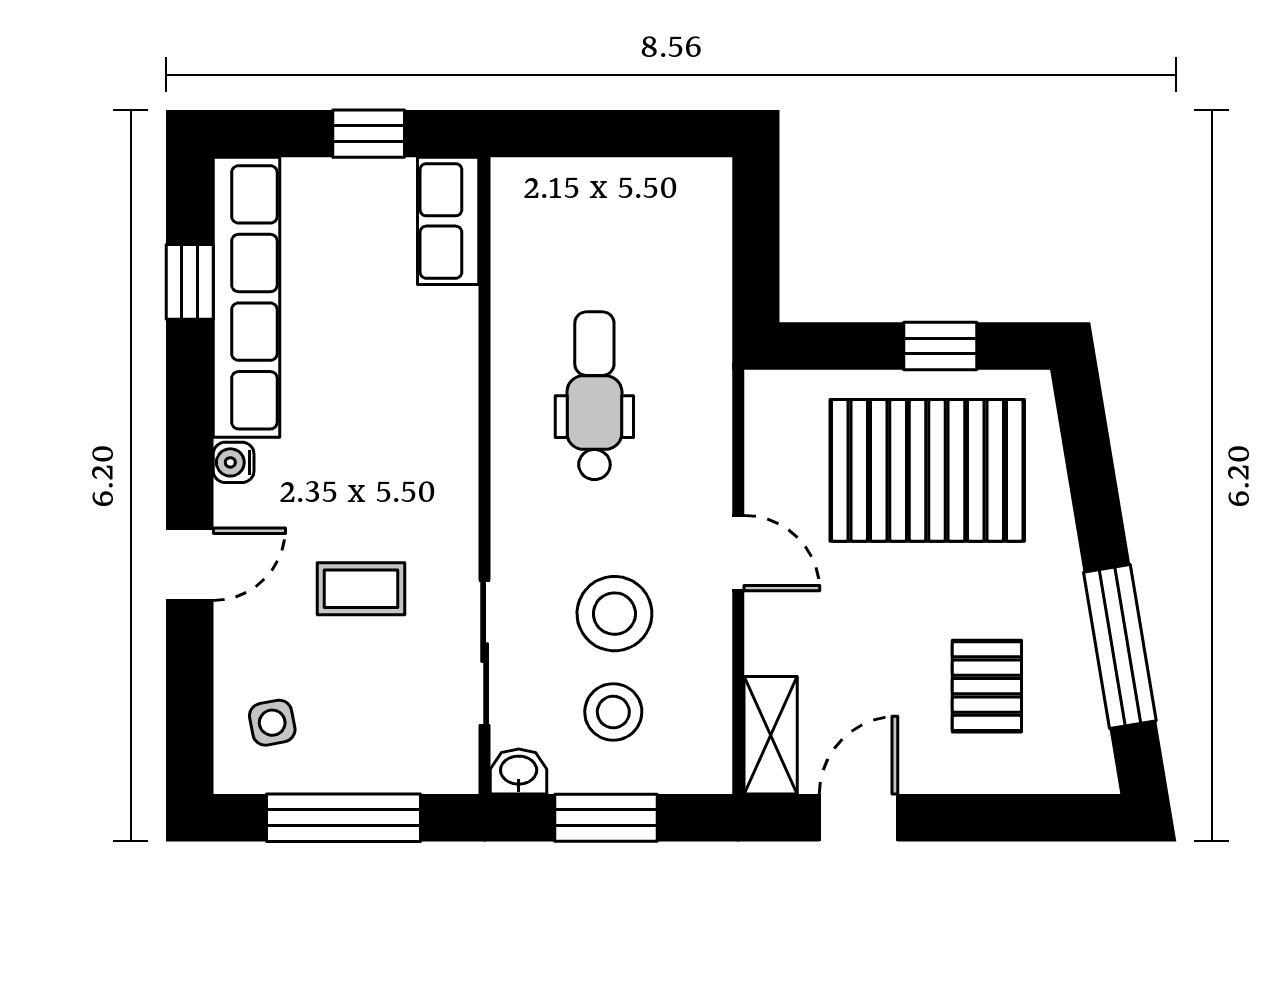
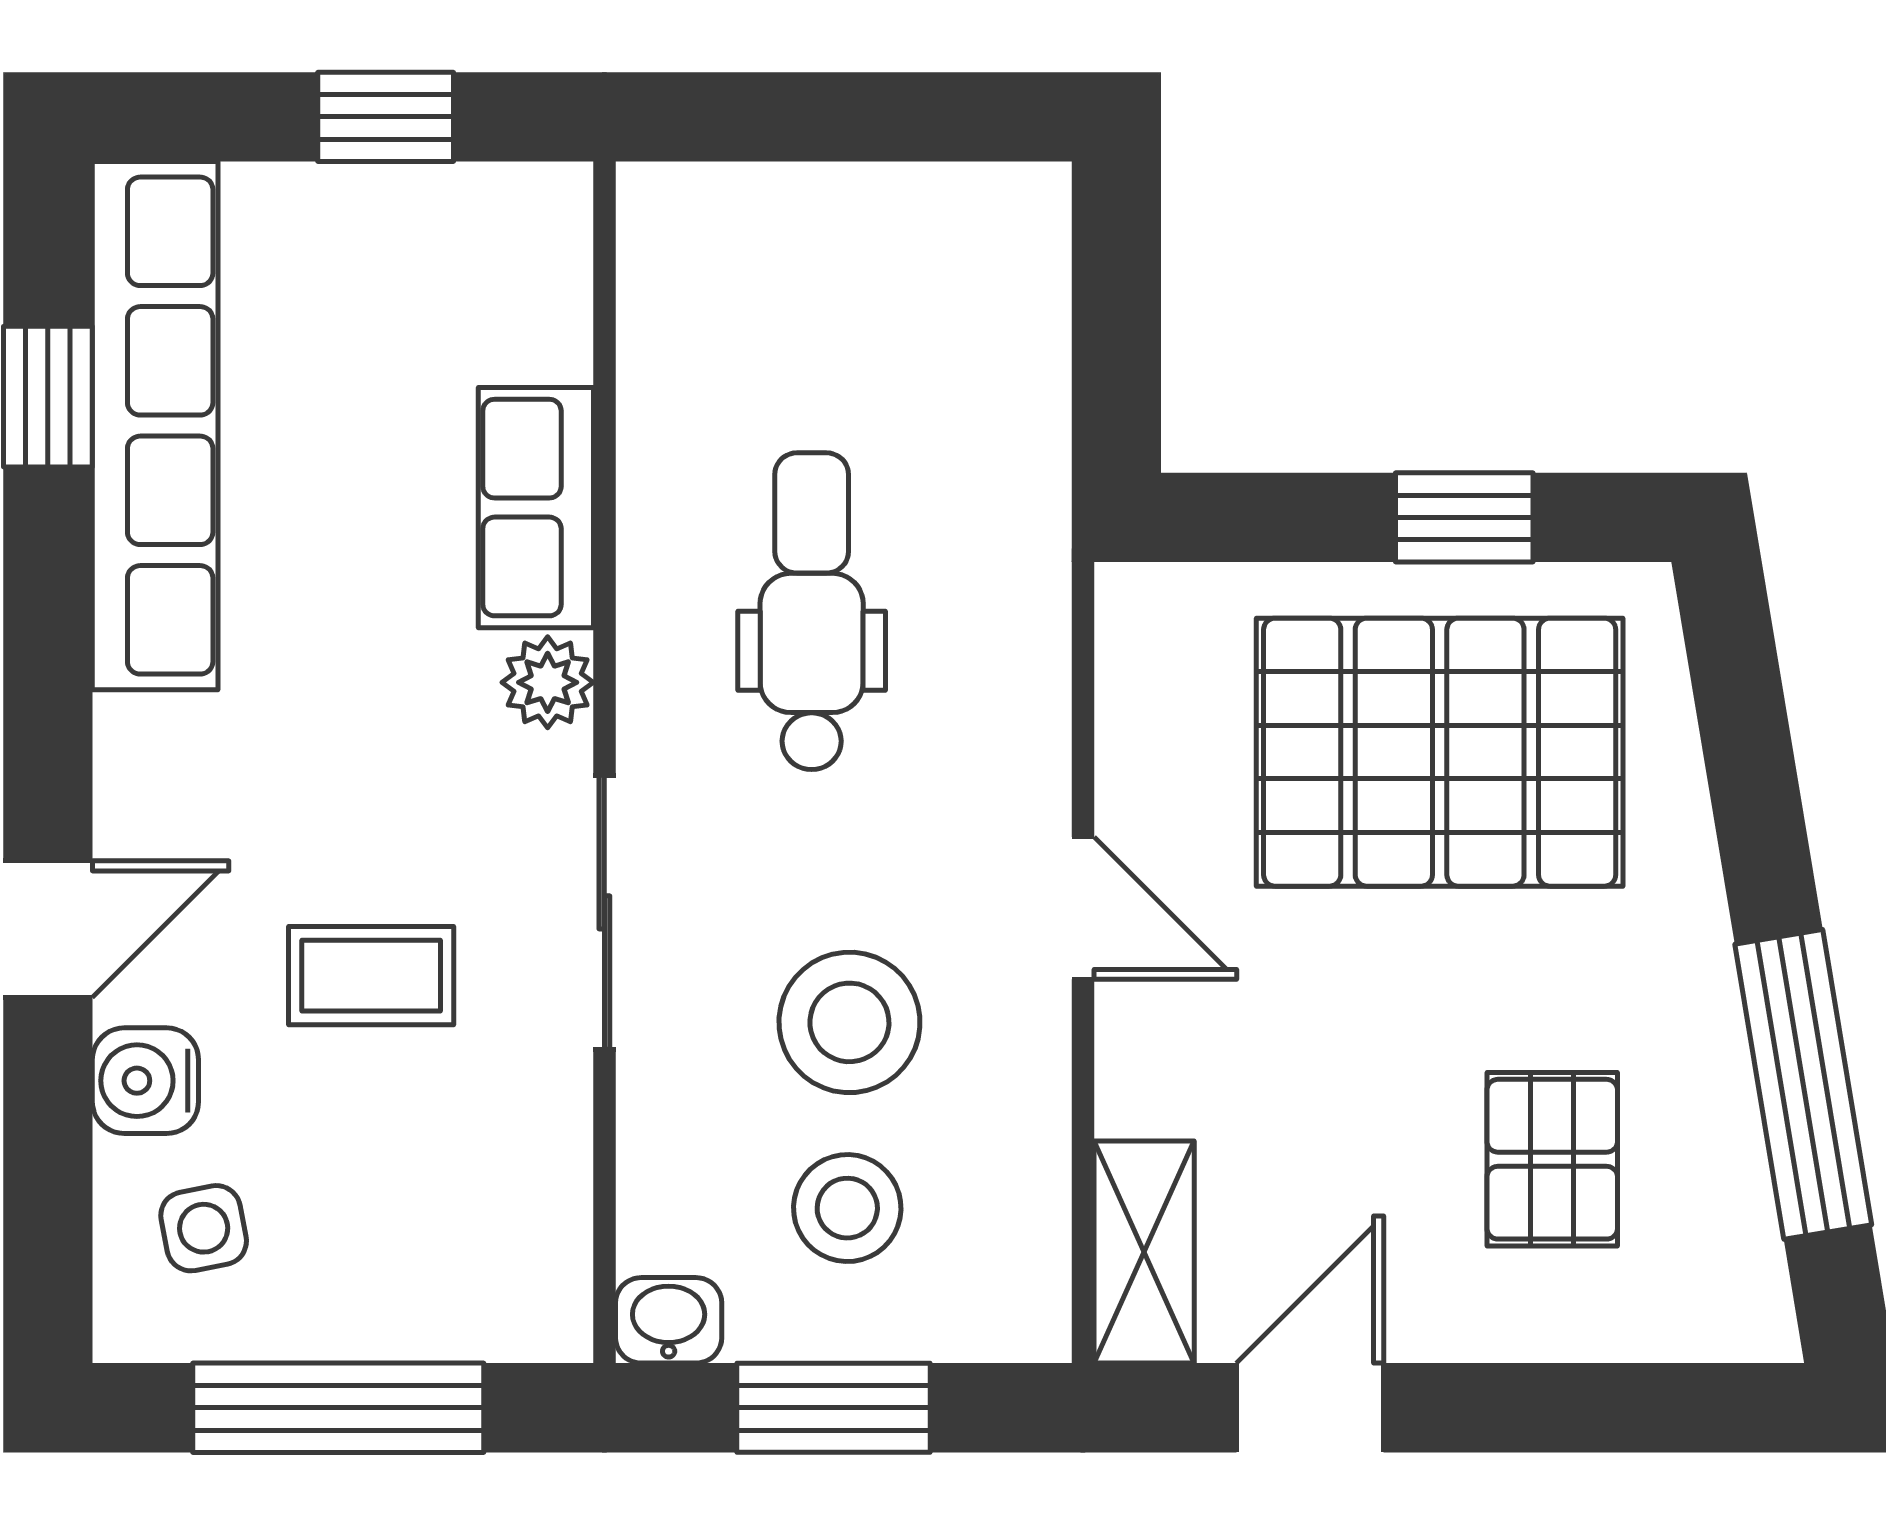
row of seats: (448, 221) -> (536, 508), moved
plant: (454, 433) -> (548, 682), added
water cooler: (234, 462) -> (145, 1081), moved, width x1.38, depth x1.38
sliding door: (485, 653) -> (604, 912), moved

